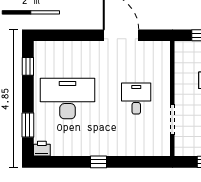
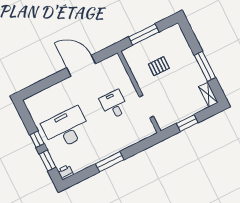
window: (28, 66) -> (37, 139), moved
window: (98, 162) -> (110, 162), width x2.17

